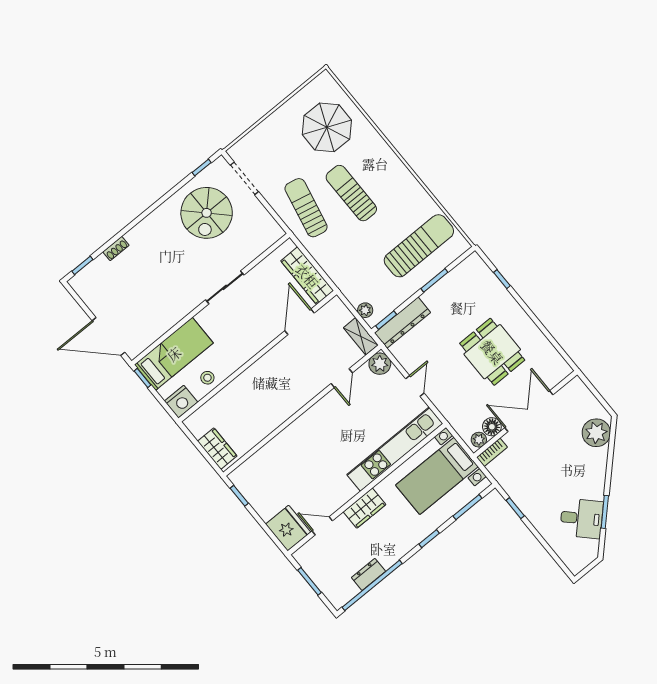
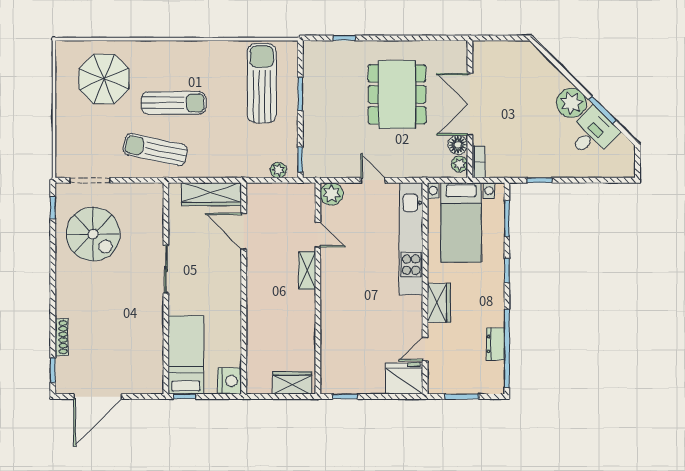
sun lounger: (351, 193) -> (174, 103), turned 180
shoe rack: (116, 249) -> (61, 337), width x1.43
dresser: (402, 323) -> (313, 148), removed
shelving: (361, 336) -> (307, 270), moved, turned 90
door: (108, 337) -> (98, 397), moved
dining table: (492, 352) -> (397, 94), width x1.38
stool: (207, 378) -> (228, 344), removed
plant: (596, 433) -> (571, 103), moved

